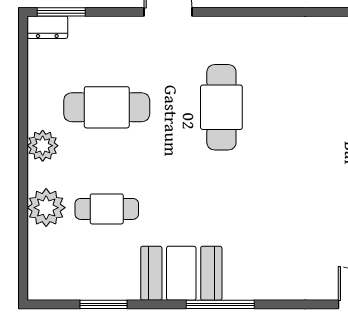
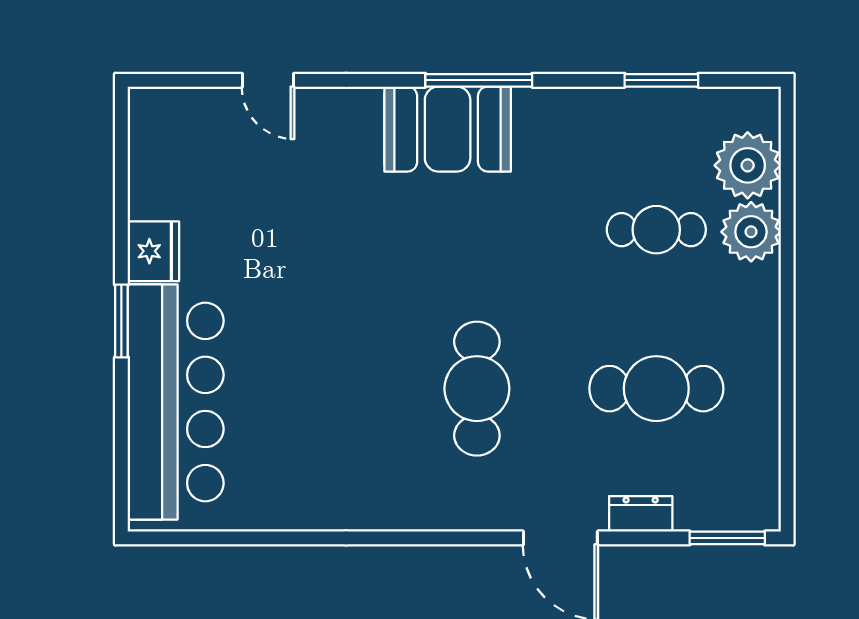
dresser: (47, 27) -> (641, 514), moved
plant: (43, 146) -> (748, 165), moved, width x1.36, depth x1.36
booth: (181, 273) -> (448, 129), moved

